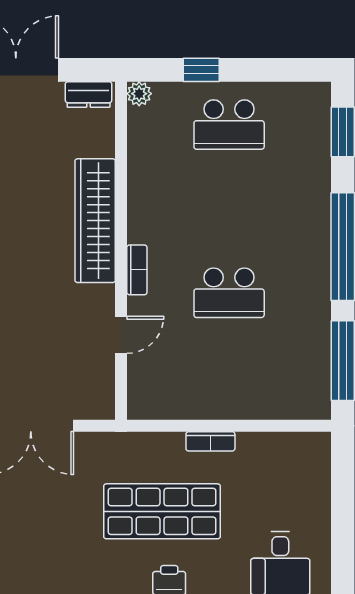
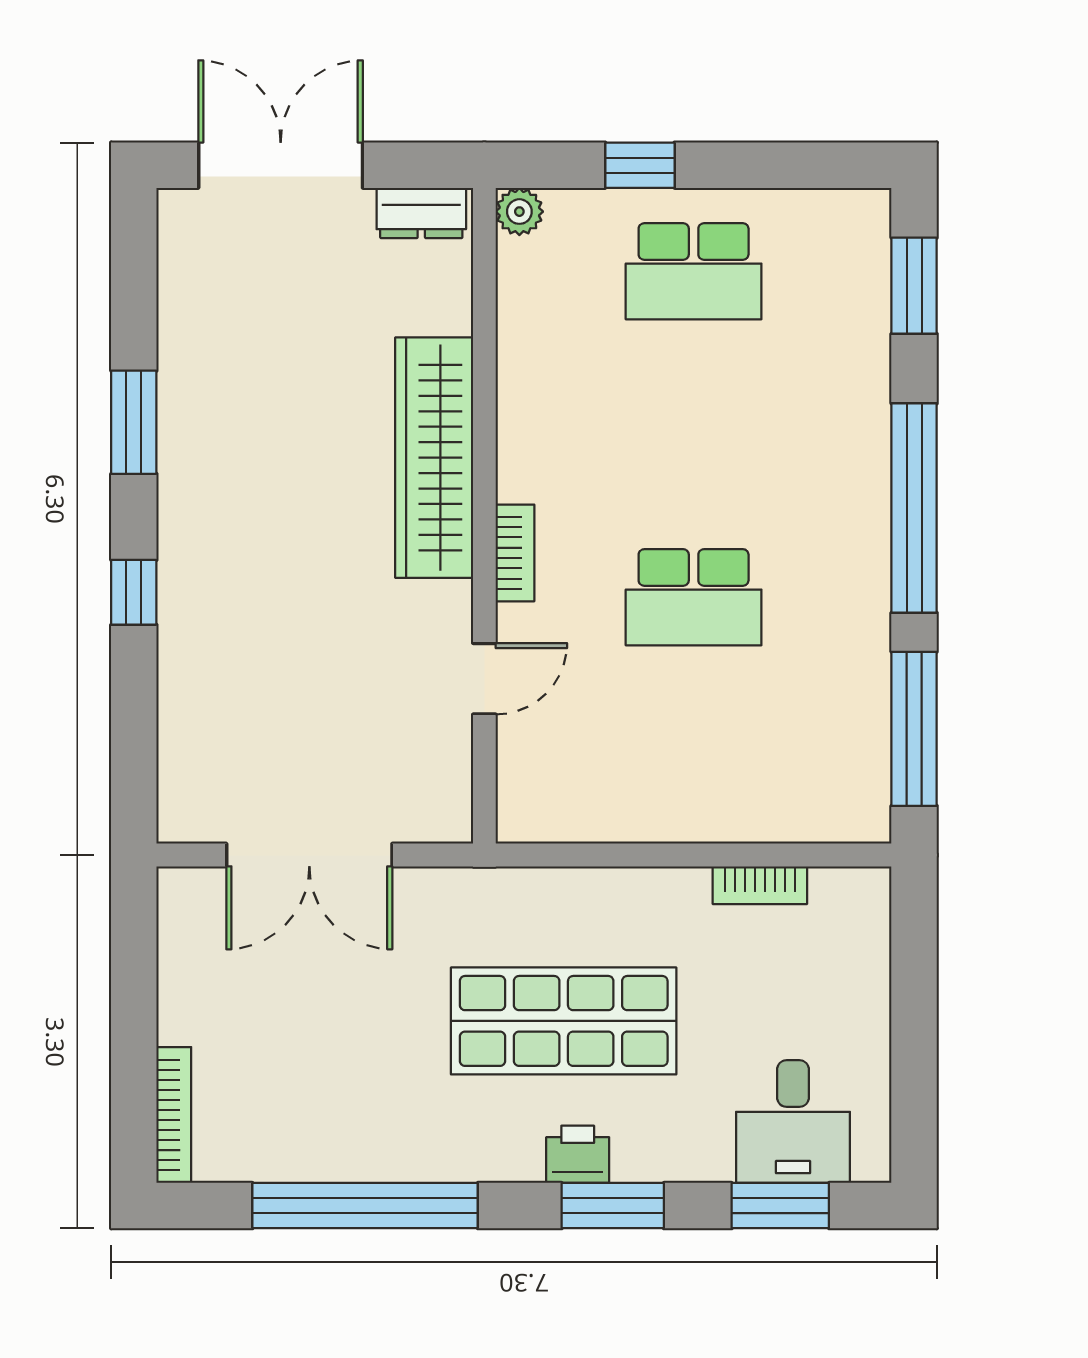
bookcase: (210, 441) -> (760, 885), moved

